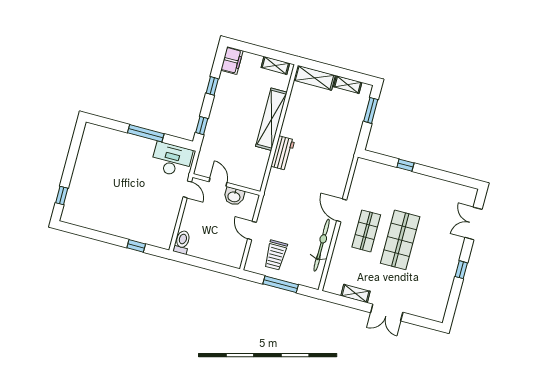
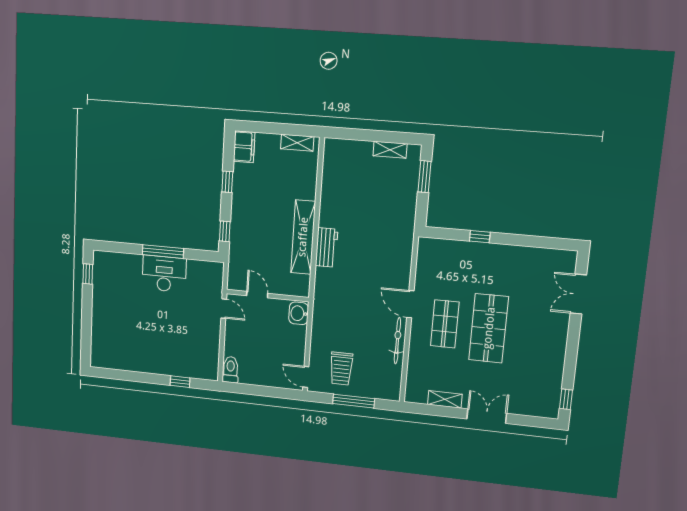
shelving: (315, 78) -> (348, 149), removed
shelving: (271, 119) -> (303, 237), moved
desk: (172, 160) -> (164, 274), moved
window: (62, 196) -> (88, 274), moved
washbasin: (234, 196) -> (299, 313), moved, turned 90
door: (252, 231) -> (306, 377), moved
bicycle: (322, 245) -> (397, 341), width x0.73, depth x0.71
window: (461, 270) -> (566, 399), moved
double door: (387, 312) -> (487, 416), swing flipped

